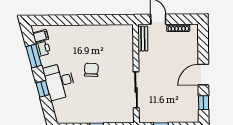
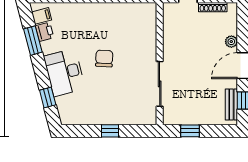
bench: (143, 39) -> (231, 105), moved
plant: (193, 55) -> (231, 42), added
window: (43, 89) -> (48, 98), moved

